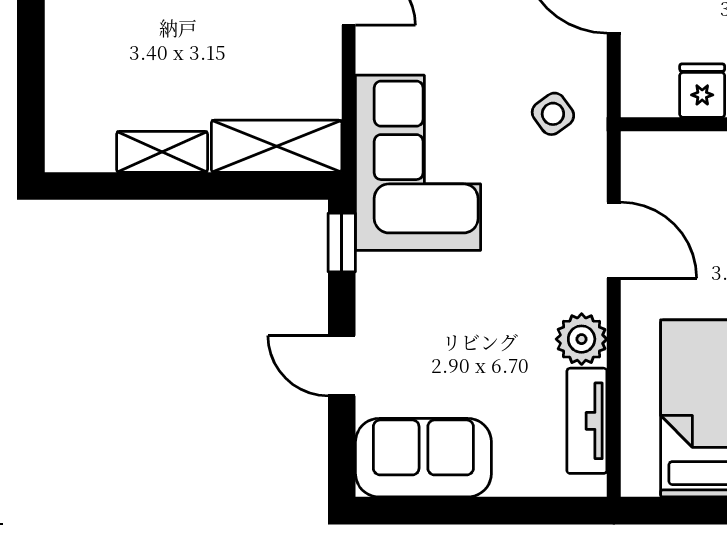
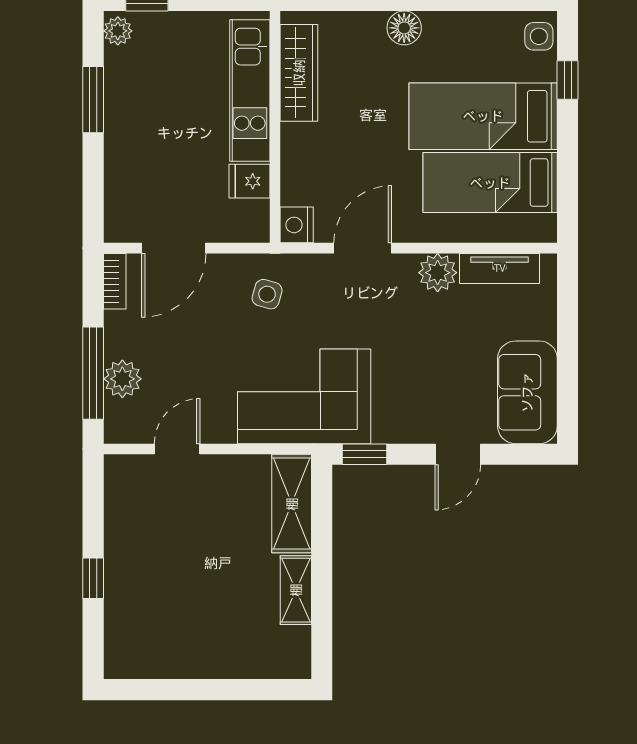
side table: (553, 114) -> (267, 294), turned -38
nightstand: (644, 153) -> (297, 225), added

